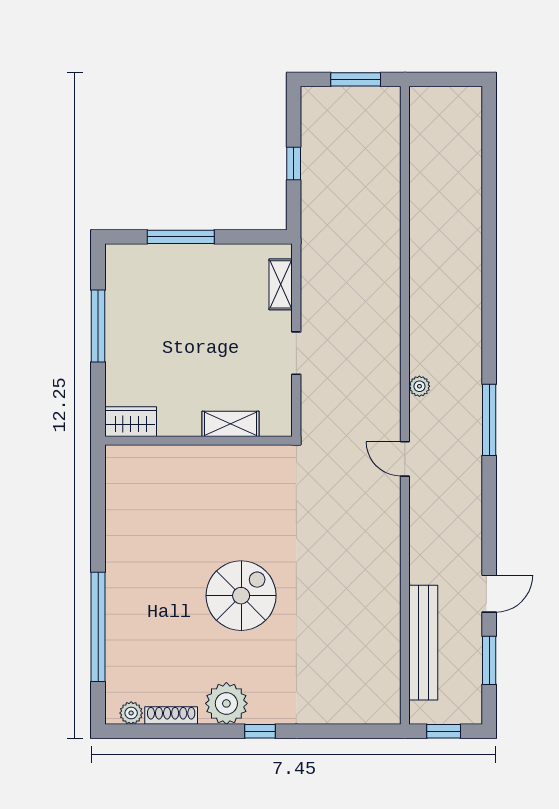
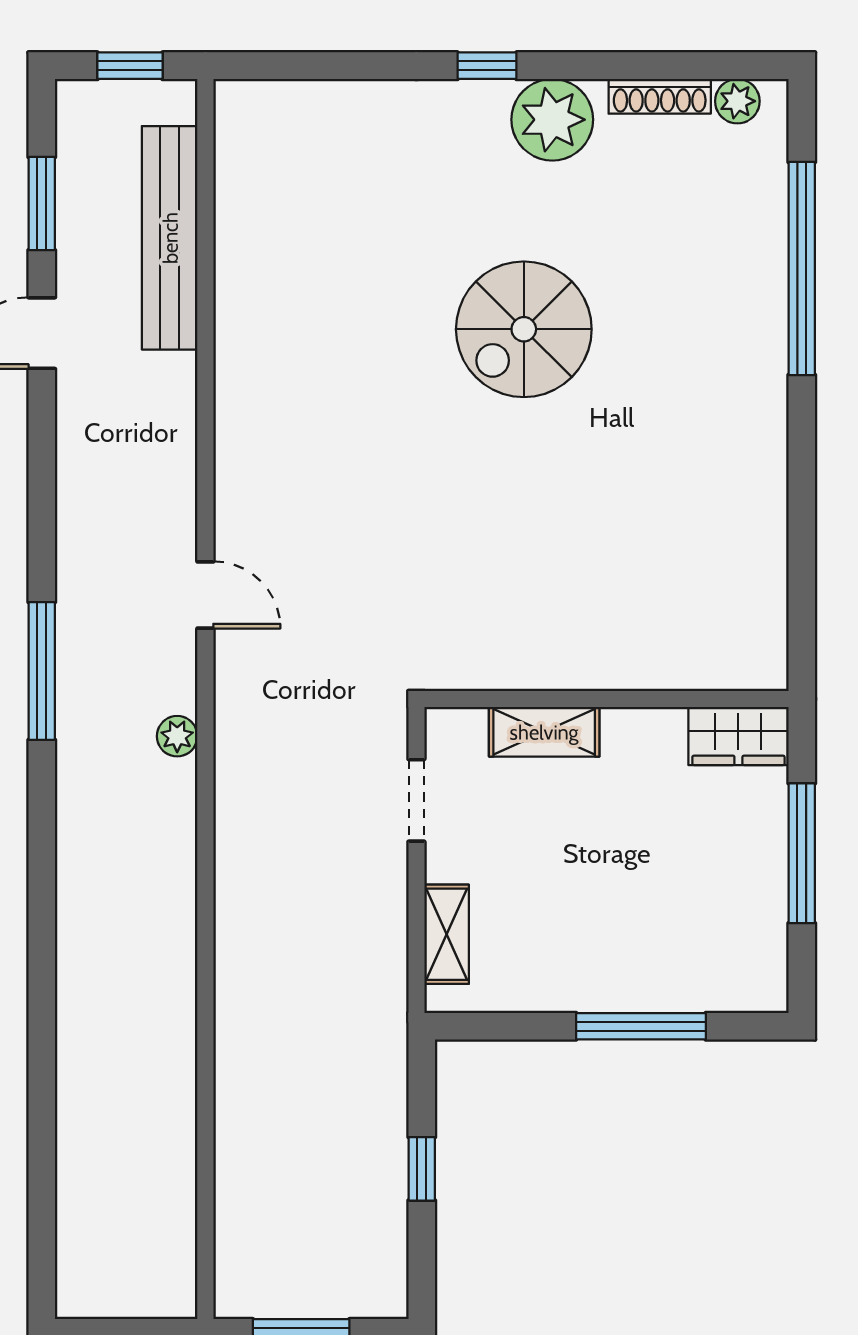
wardrobe: (131, 422) -> (738, 736), moved
shelving: (231, 424) -> (544, 732), moved
wall: (199, 441) -> (606, 699), moved

